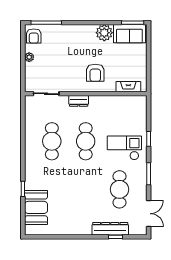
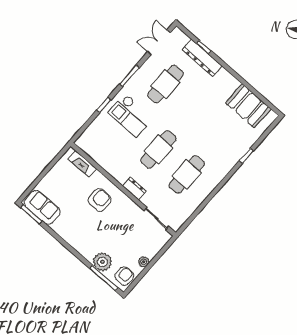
plant: (104, 33) -> (102, 262), moved
booth: (36, 207) -> (248, 106), moved, turned 90

